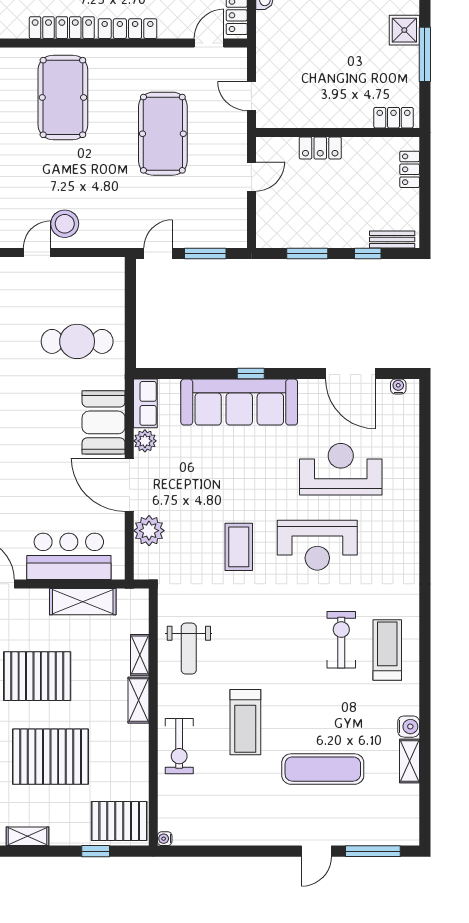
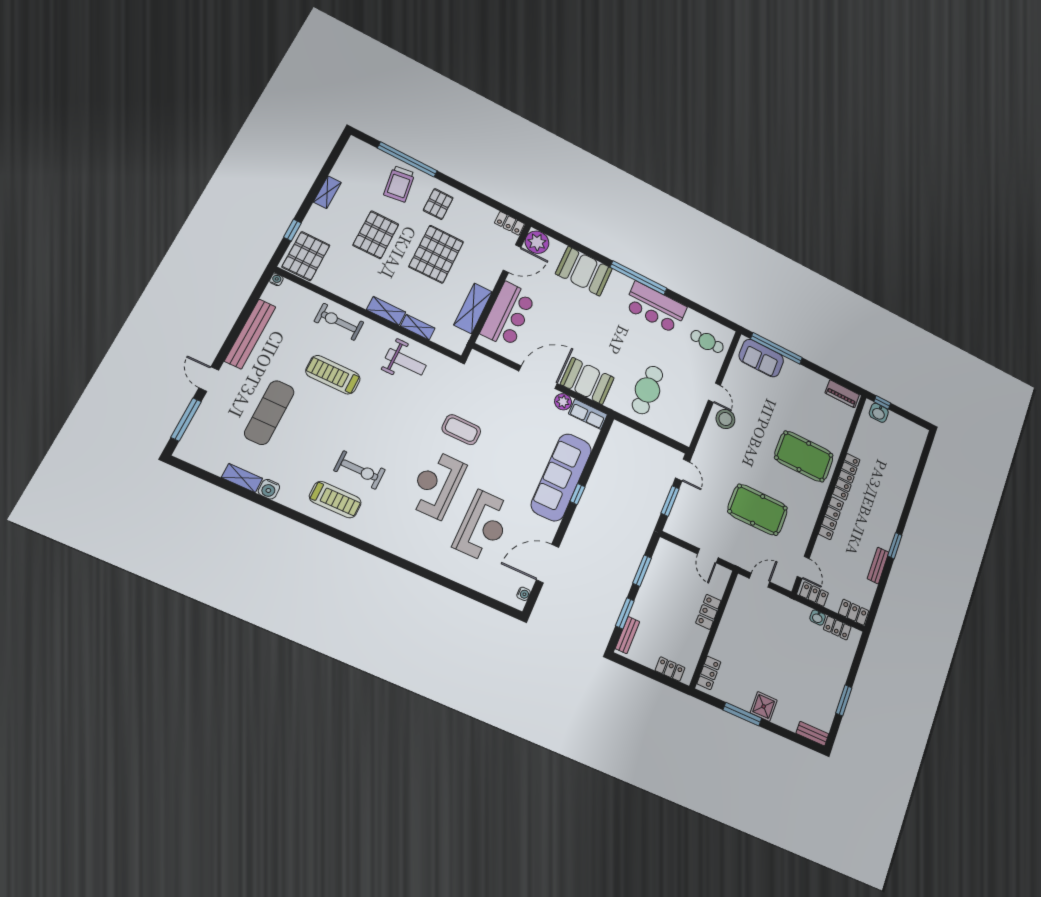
window: (368, 254) -> (625, 613), width x1.50
plant: (149, 531) -> (501, 375), removed
weight bench: (189, 649) -> (406, 362), turned 180
pallet: (51, 757) -> (376, 235), width x0.73, depth x0.71
bench: (243, 834) -> (250, 334), added

